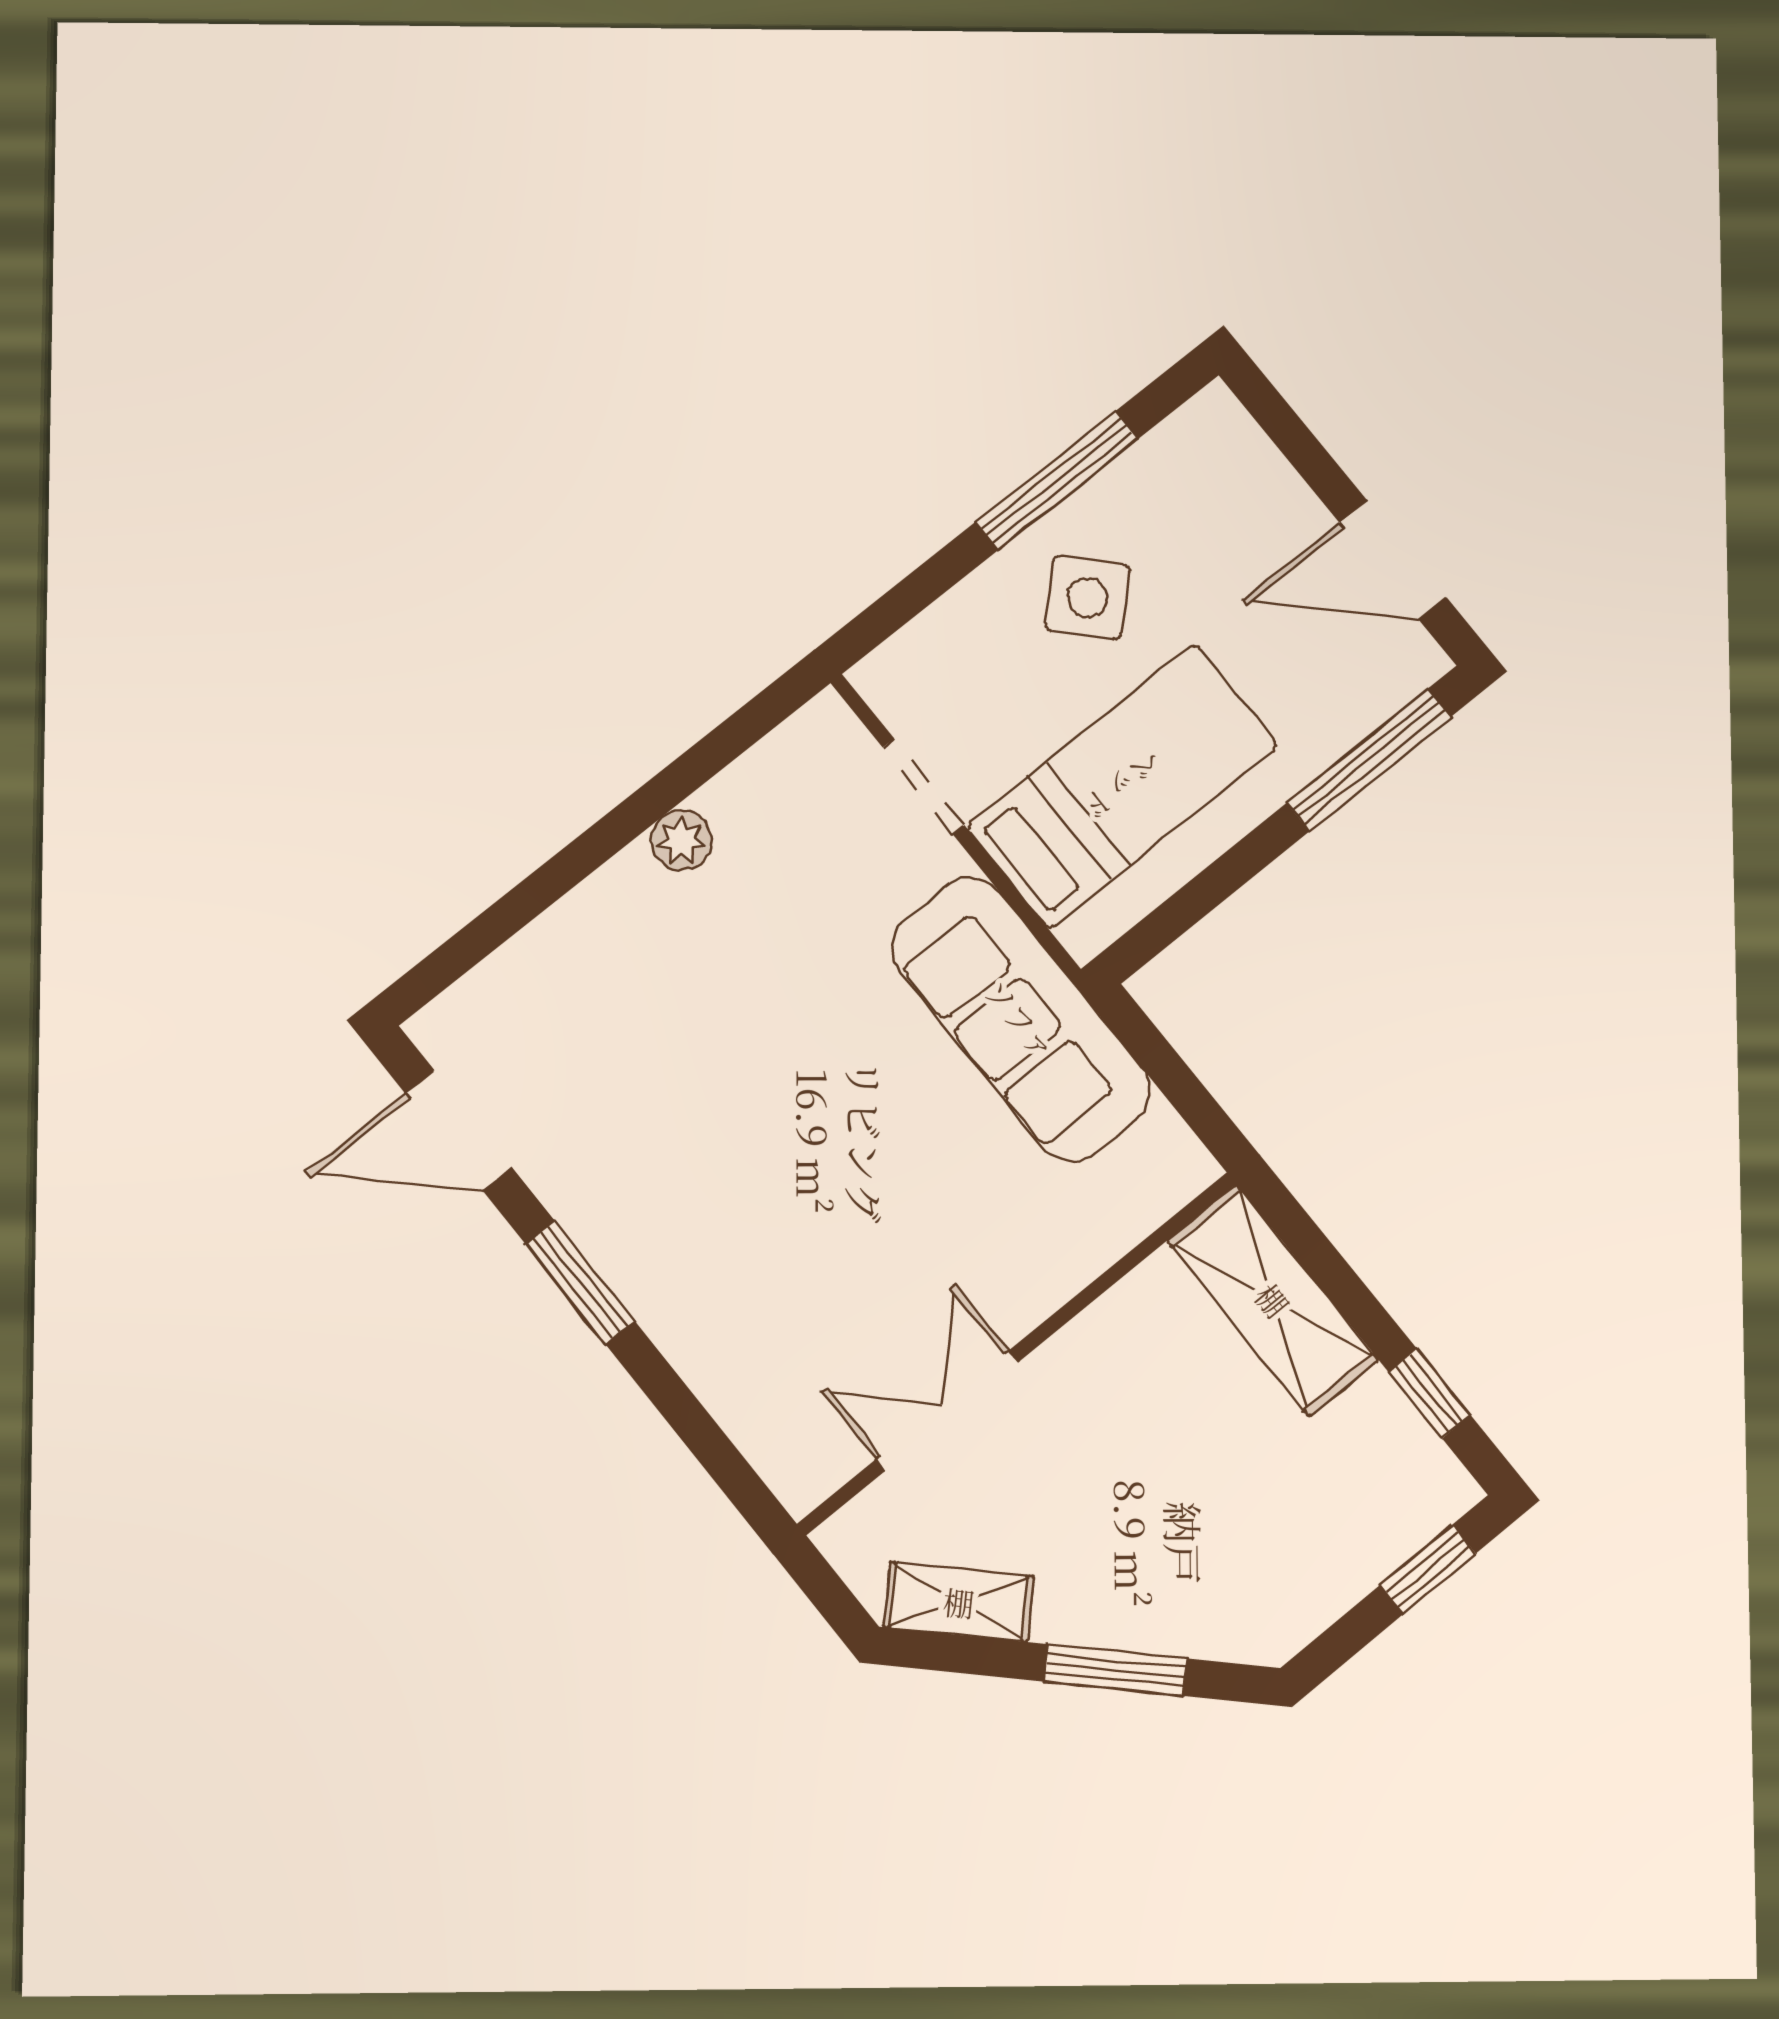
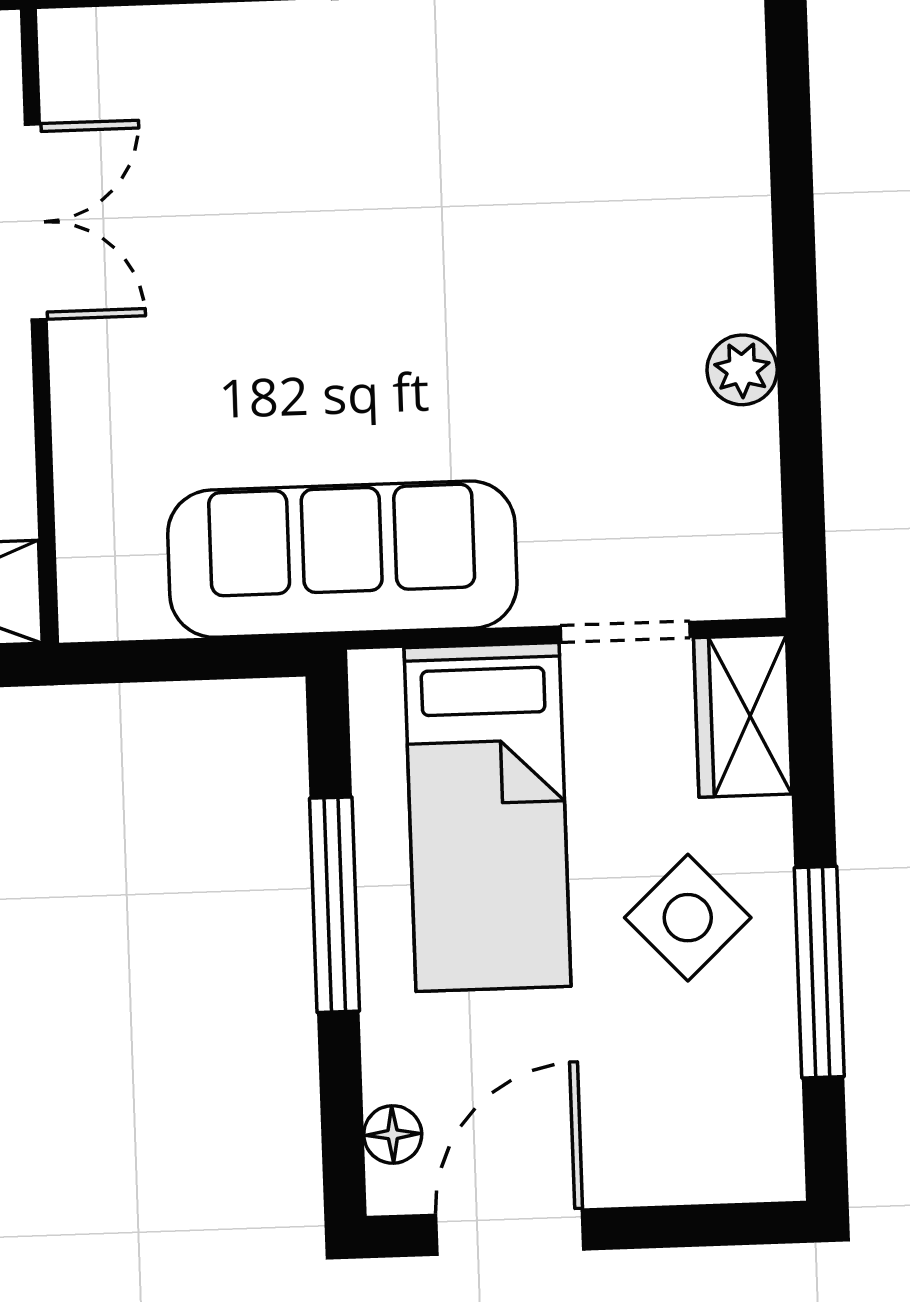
wardrobe: (921, 662) -> (743, 716), added
floor lamp: (1388, 689) -> (393, 1134), added
window: (1369, 760) -> (335, 905), moved

